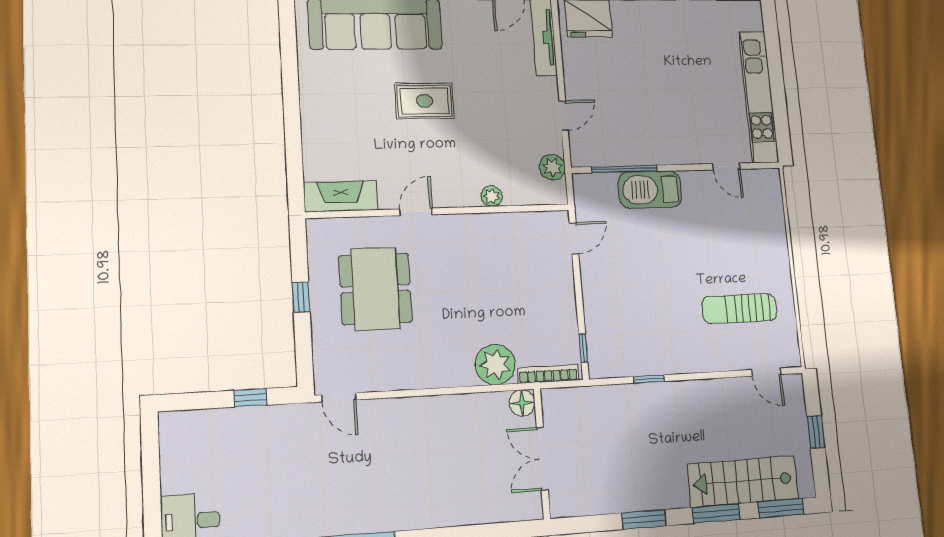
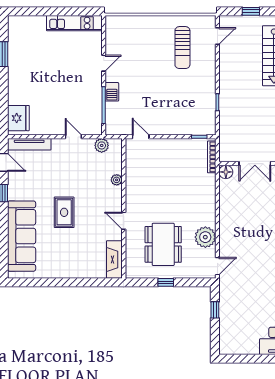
kitchen unit: (759, 97) -> (74, 23), width x0.73
door: (726, 166) -> (104, 63), moved
barbecue: (650, 190) -> (112, 92), width x0.53, depth x0.65
dining table: (375, 289) -> (163, 244), turned 90
plant: (495, 365) -> (205, 237), moved

